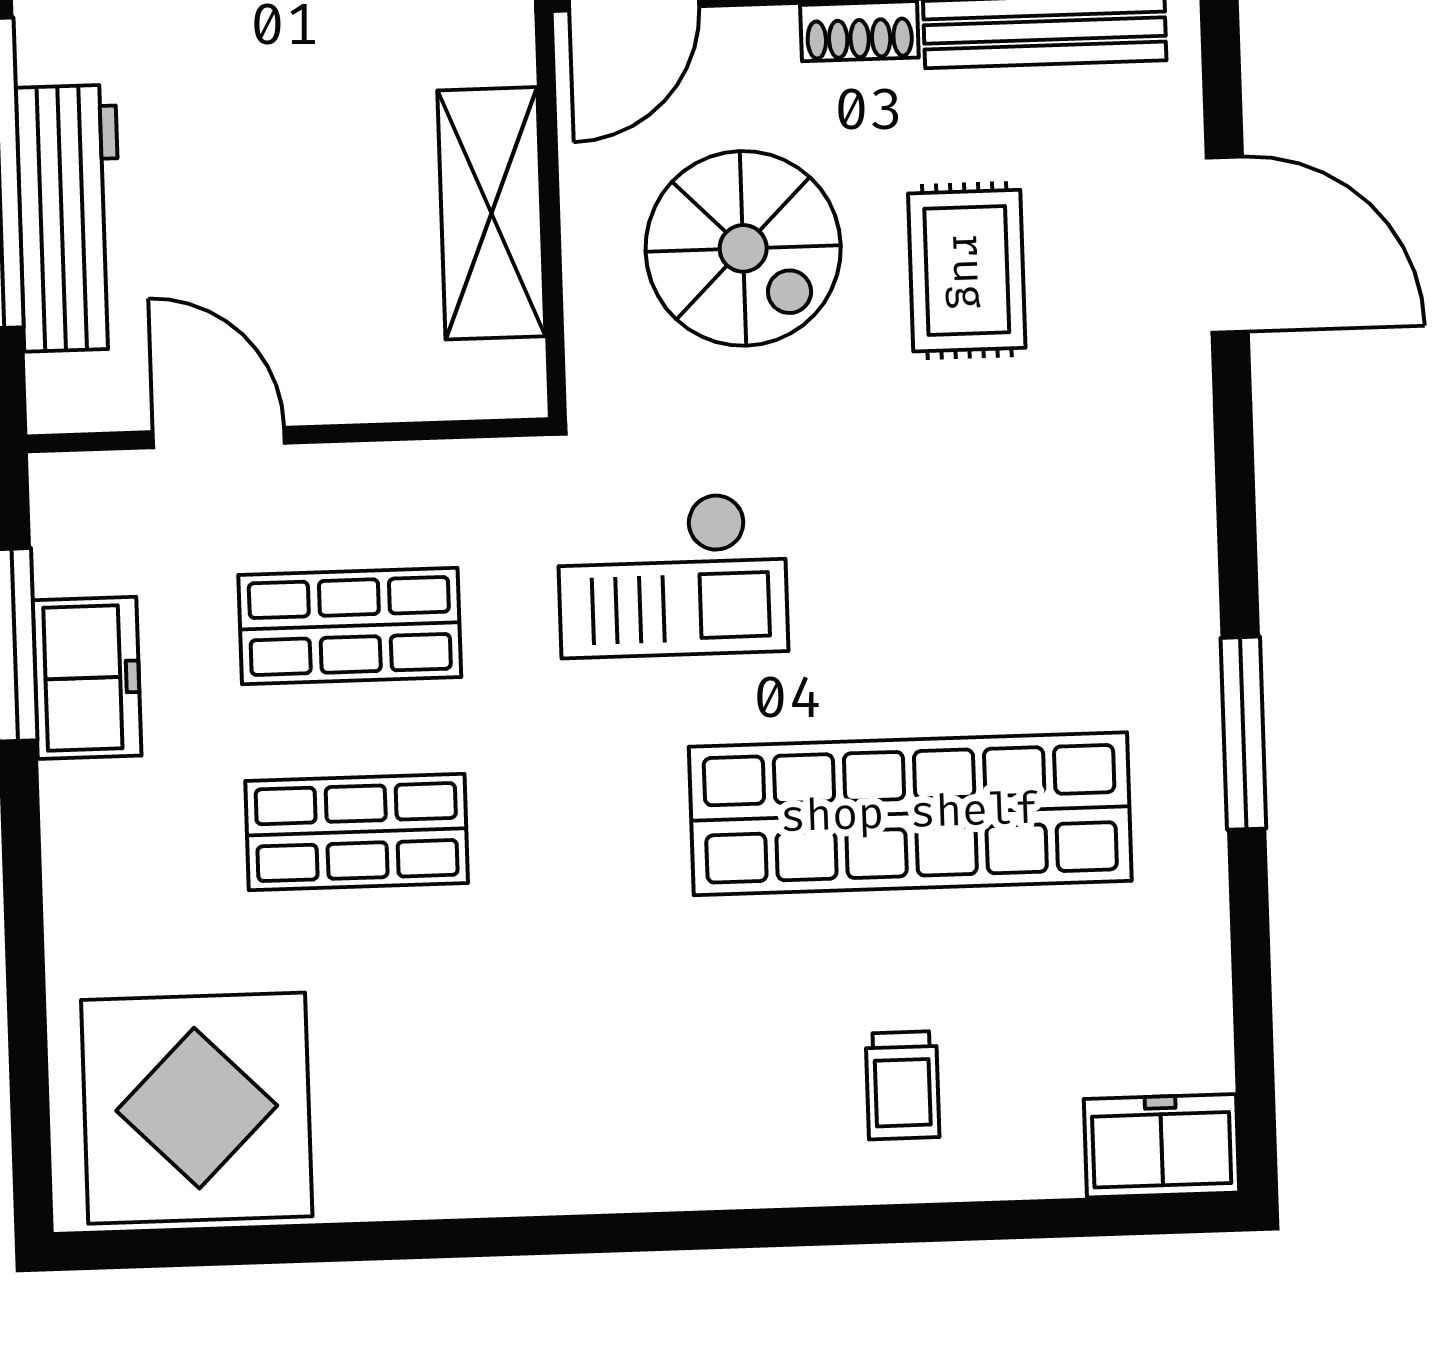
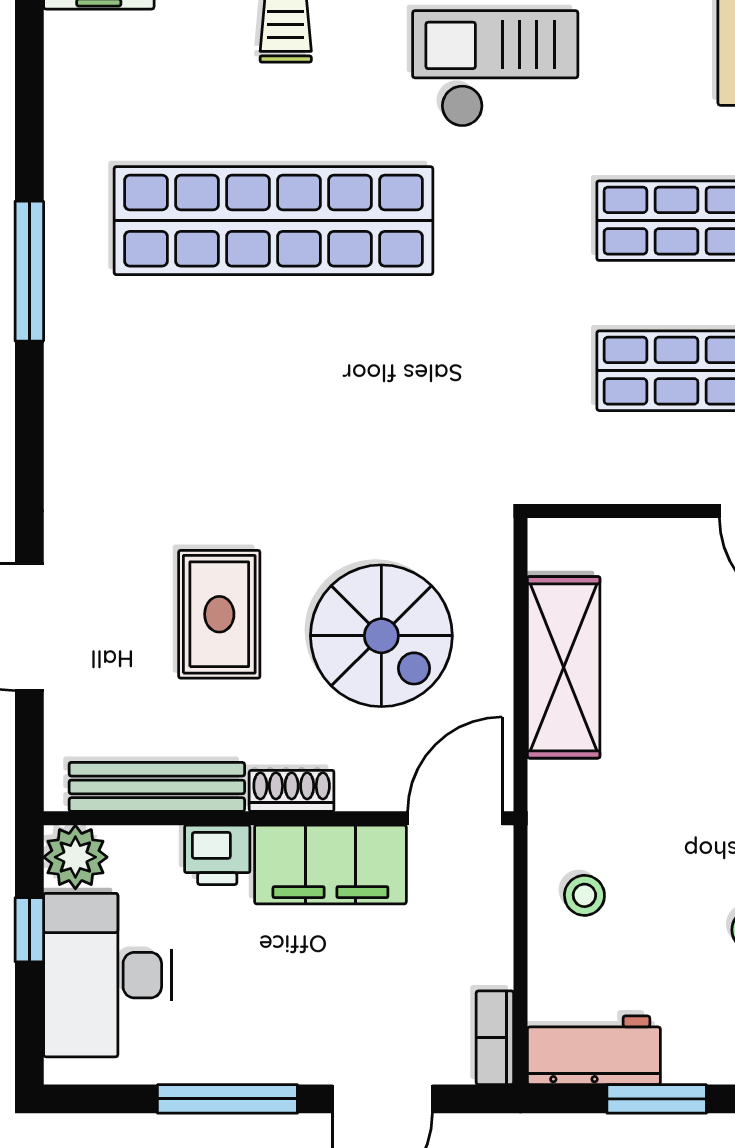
spiral stairs: (743, 248) -> (381, 636), turned 180
checkout: (672, 575) -> (495, 69), moved

